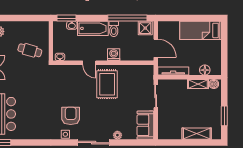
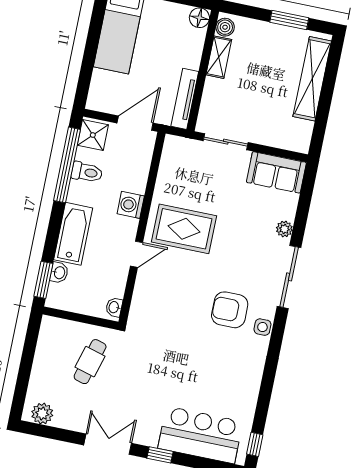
toilet: (114, 29) -> (87, 172), moved
floor lamp: (205, 70) -> (199, 18), moved
shelving: (197, 134) -> (312, 79), width x1.47

